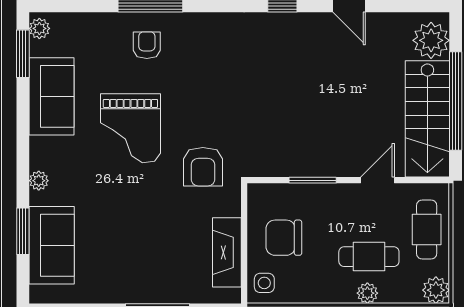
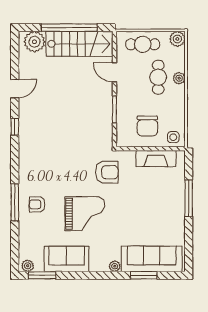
sofa: (52, 245) -> (152, 259), width x1.36

